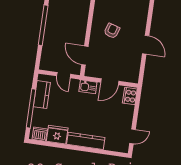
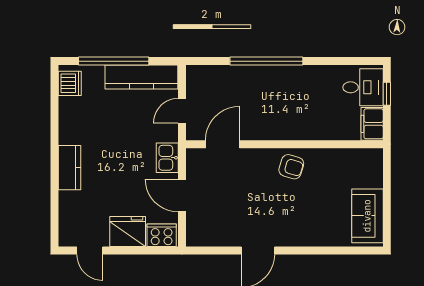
armchair: (112, 31) -> (291, 167), moved
kitchen counter: (42, 95) -> (141, 77), width x1.50
fridge: (57, 135) -> (128, 232), moved, turned -90
kitchen counter: (86, 141) -> (69, 168), width x0.67

